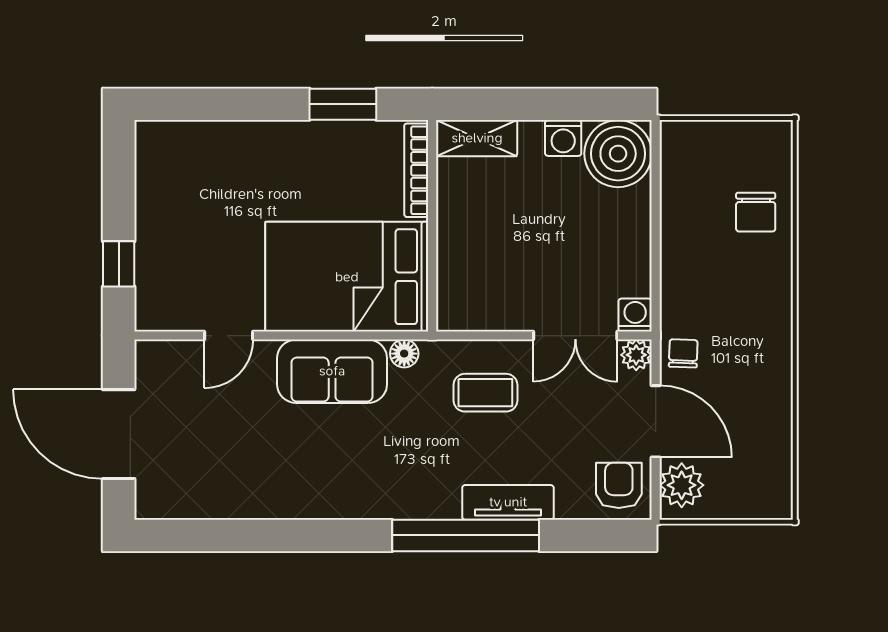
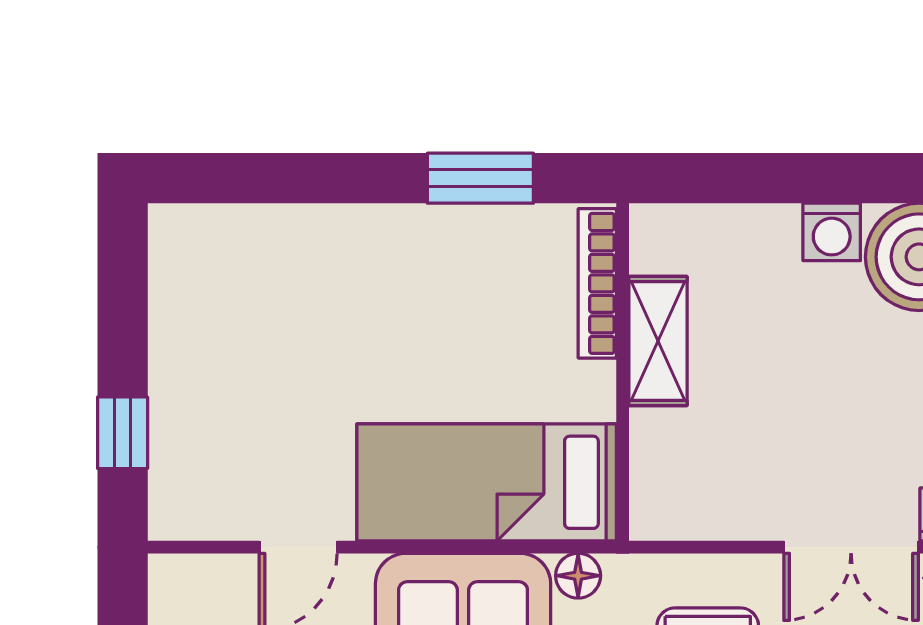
shelving: (477, 138) -> (658, 341), moved, turned 90
bed: (347, 277) -> (487, 482), width x0.67

